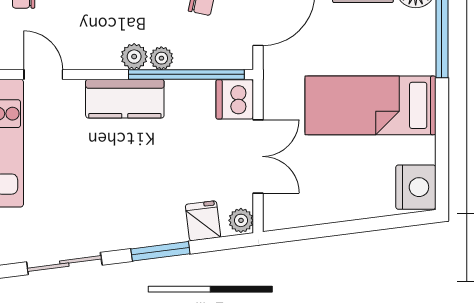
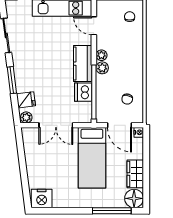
plant: (161, 58) -> (101, 55), moved
door: (43, 74) -> (94, 26), swing flipped
dishwasher: (235, 99) -> (83, 92), moved, turned -90
bed: (370, 105) -> (92, 158), moved, turned 180

